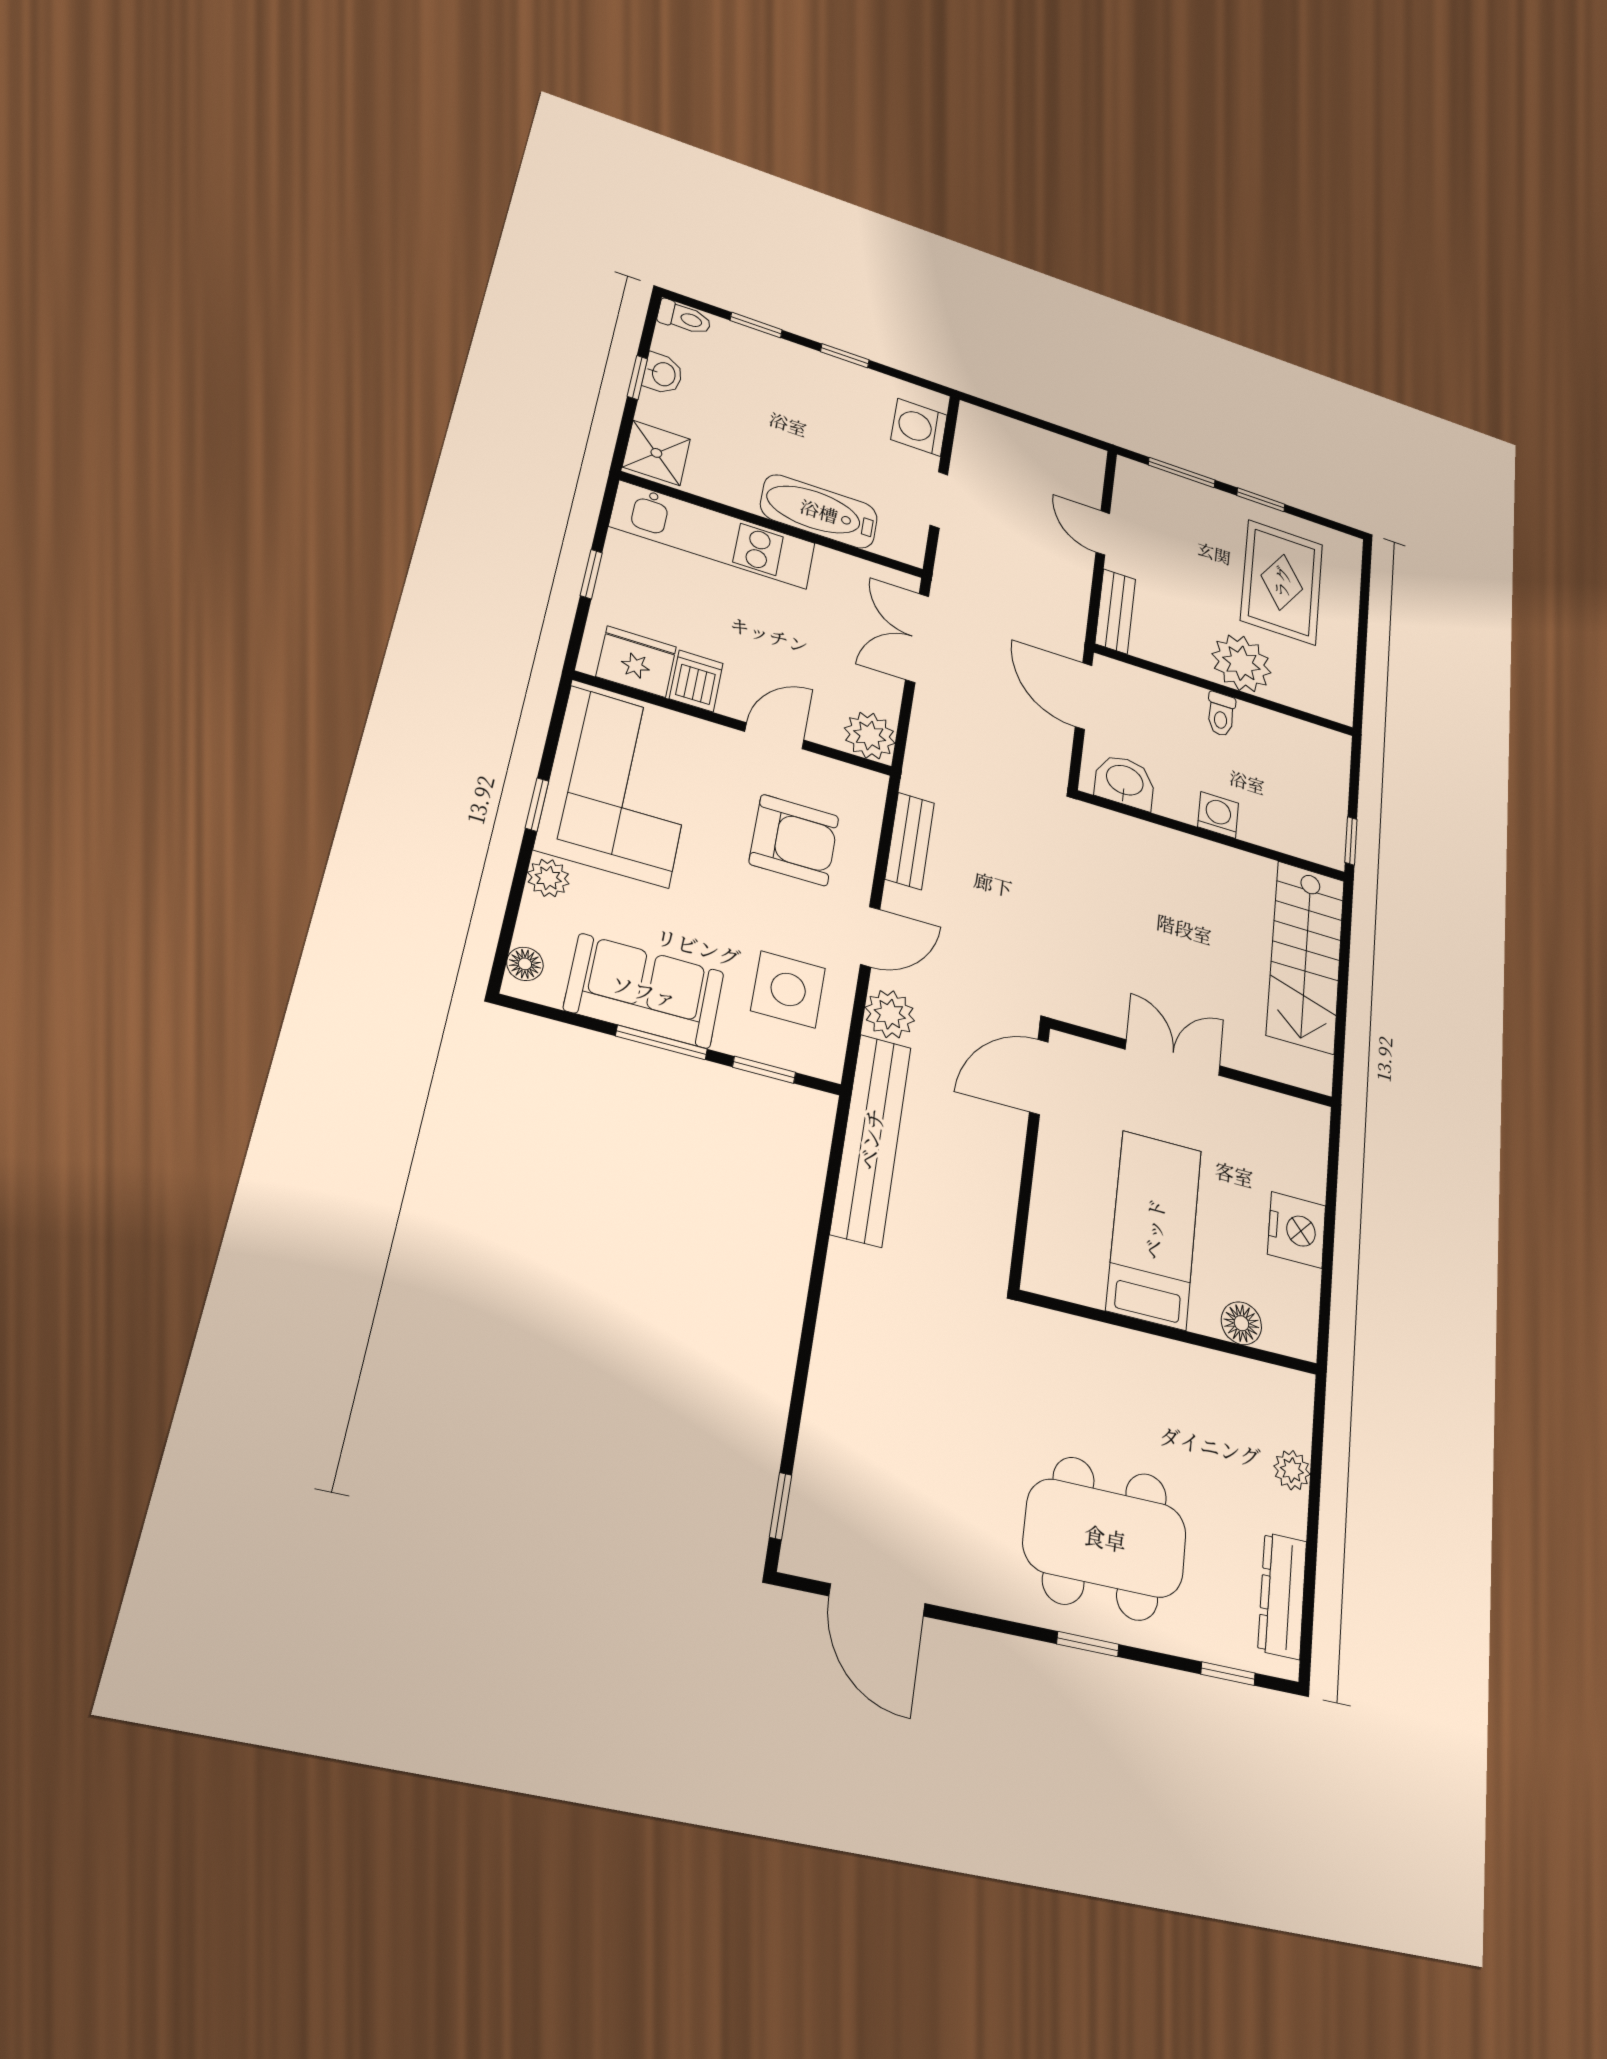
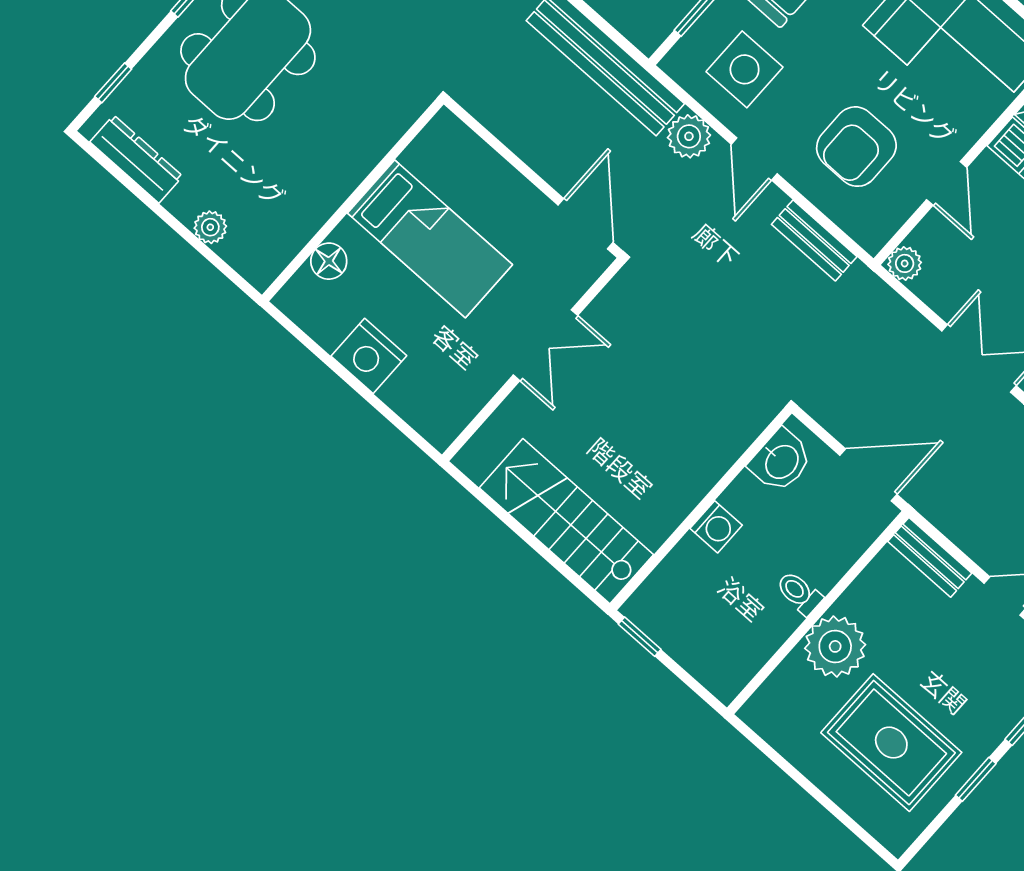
plant: (870, 736) -> (905, 263), width x0.73, depth x0.73

